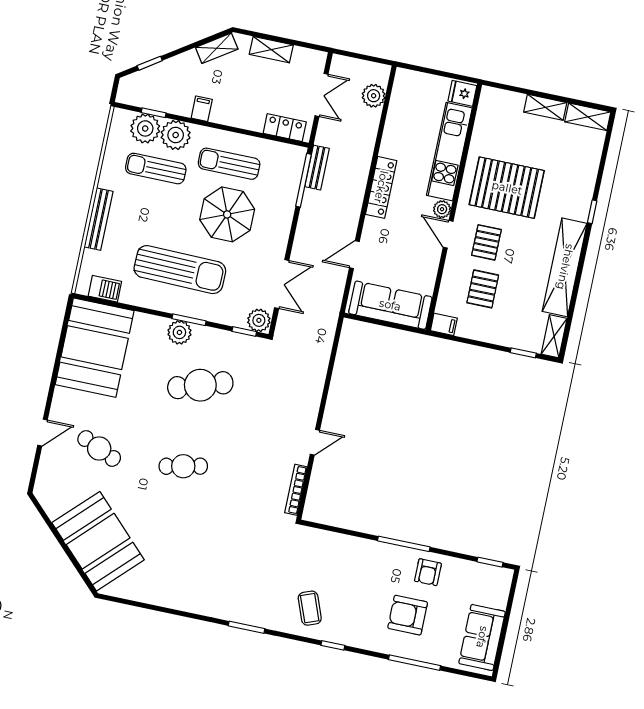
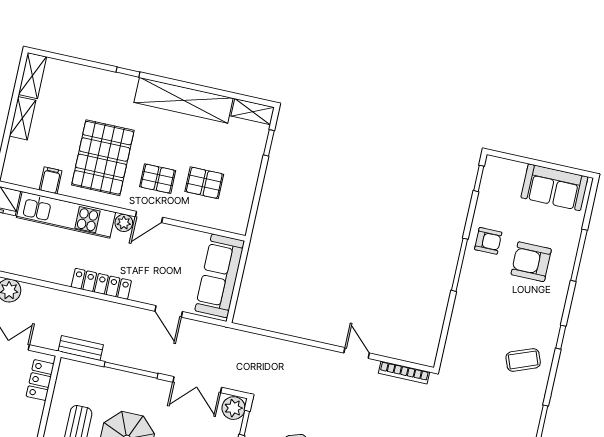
window: (304, 180) -> (131, 370), moved
double door: (282, 284) -> (197, 385), swing flipped
filing cabinet: (444, 324) -> (51, 180), moved
armchair: (408, 615) -> (531, 262), turned 90

